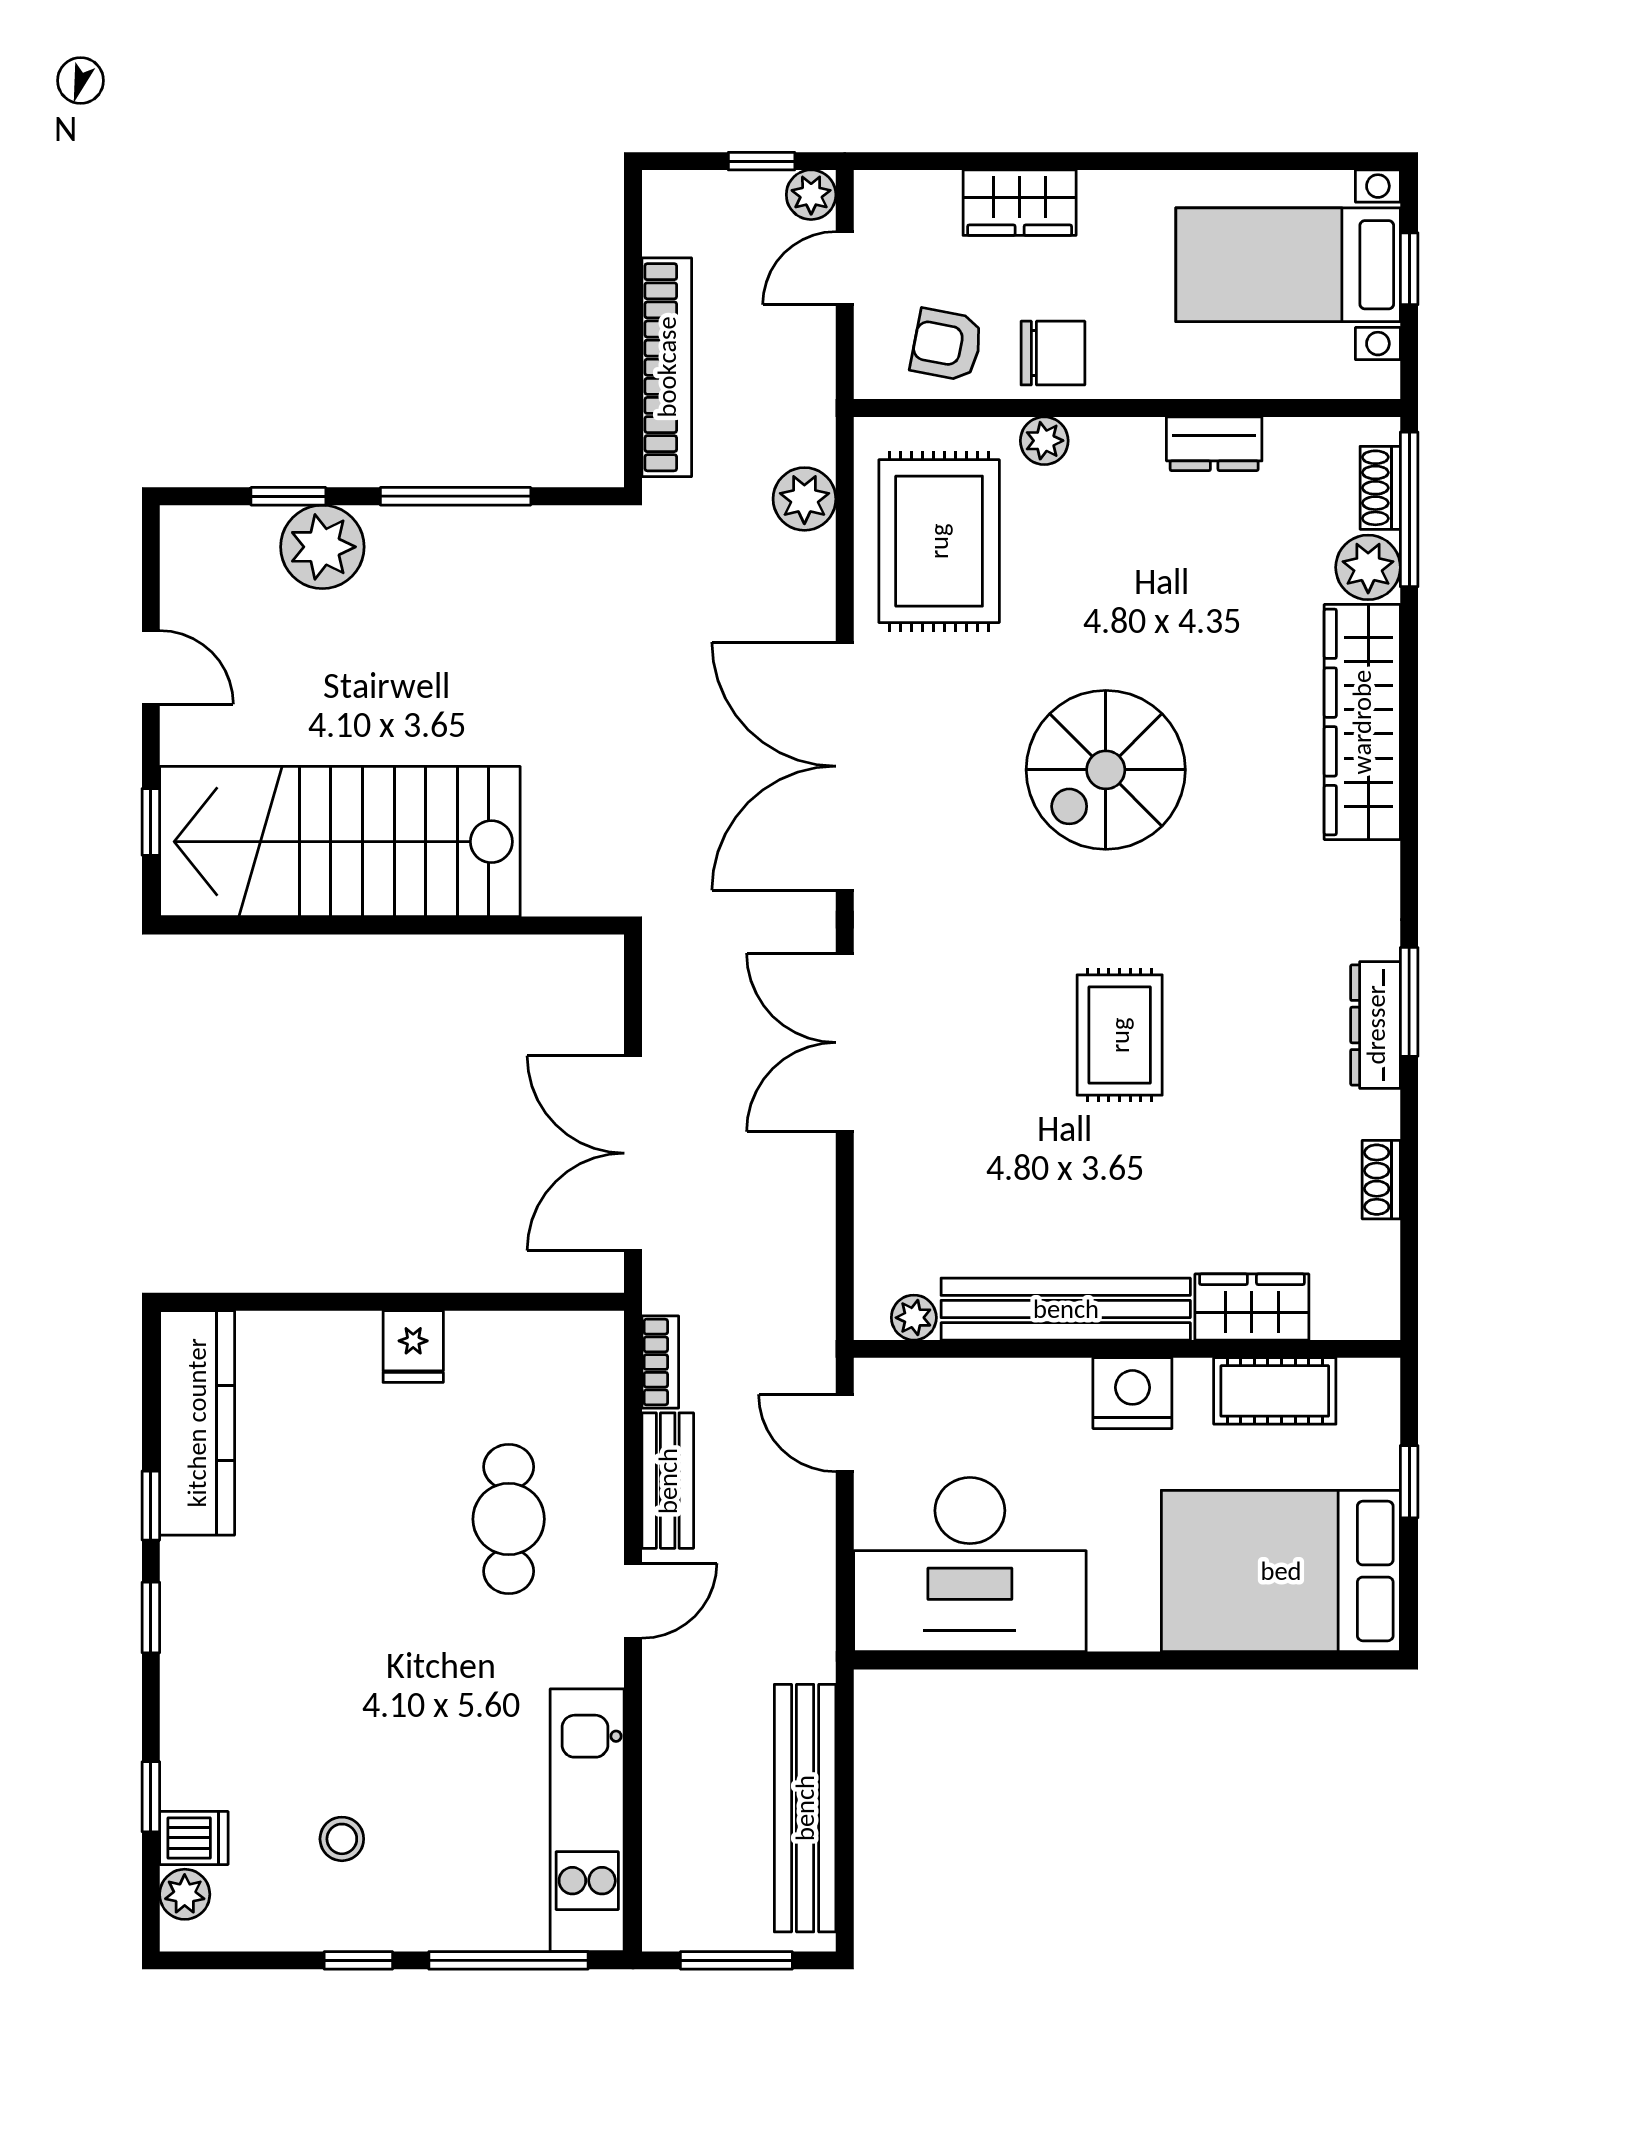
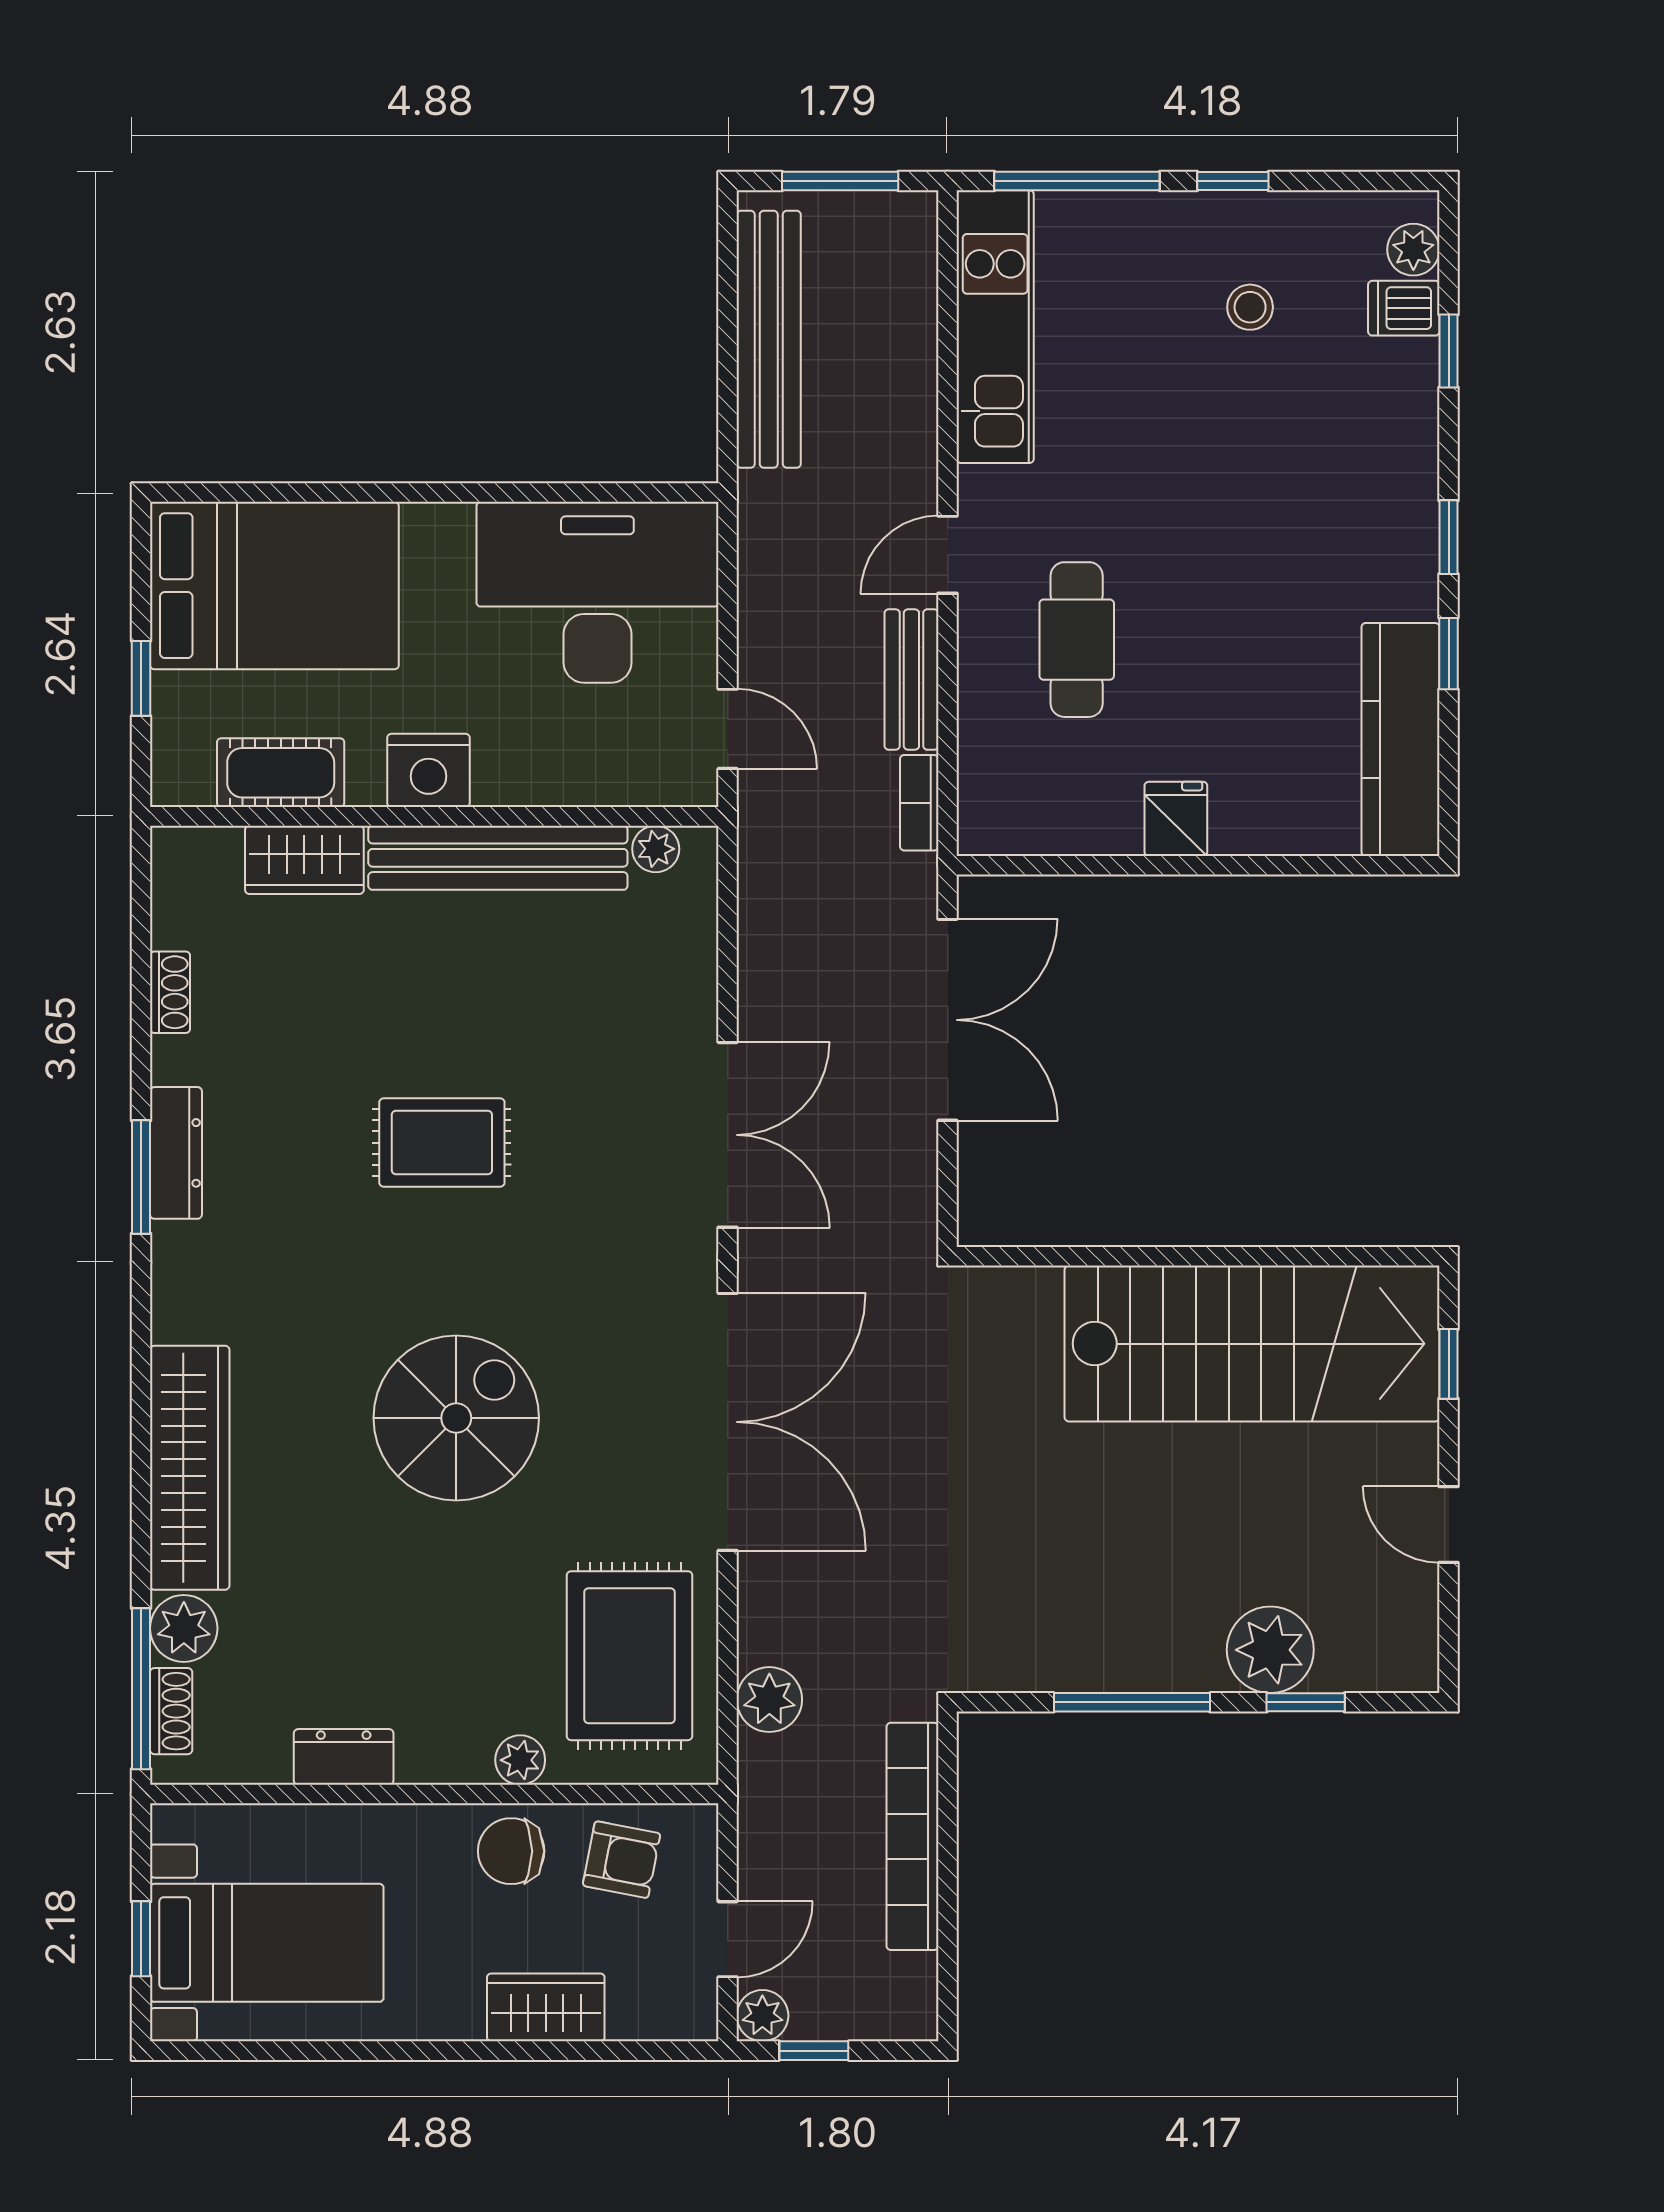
rug: (1120, 1035) -> (442, 1143), turned 90

